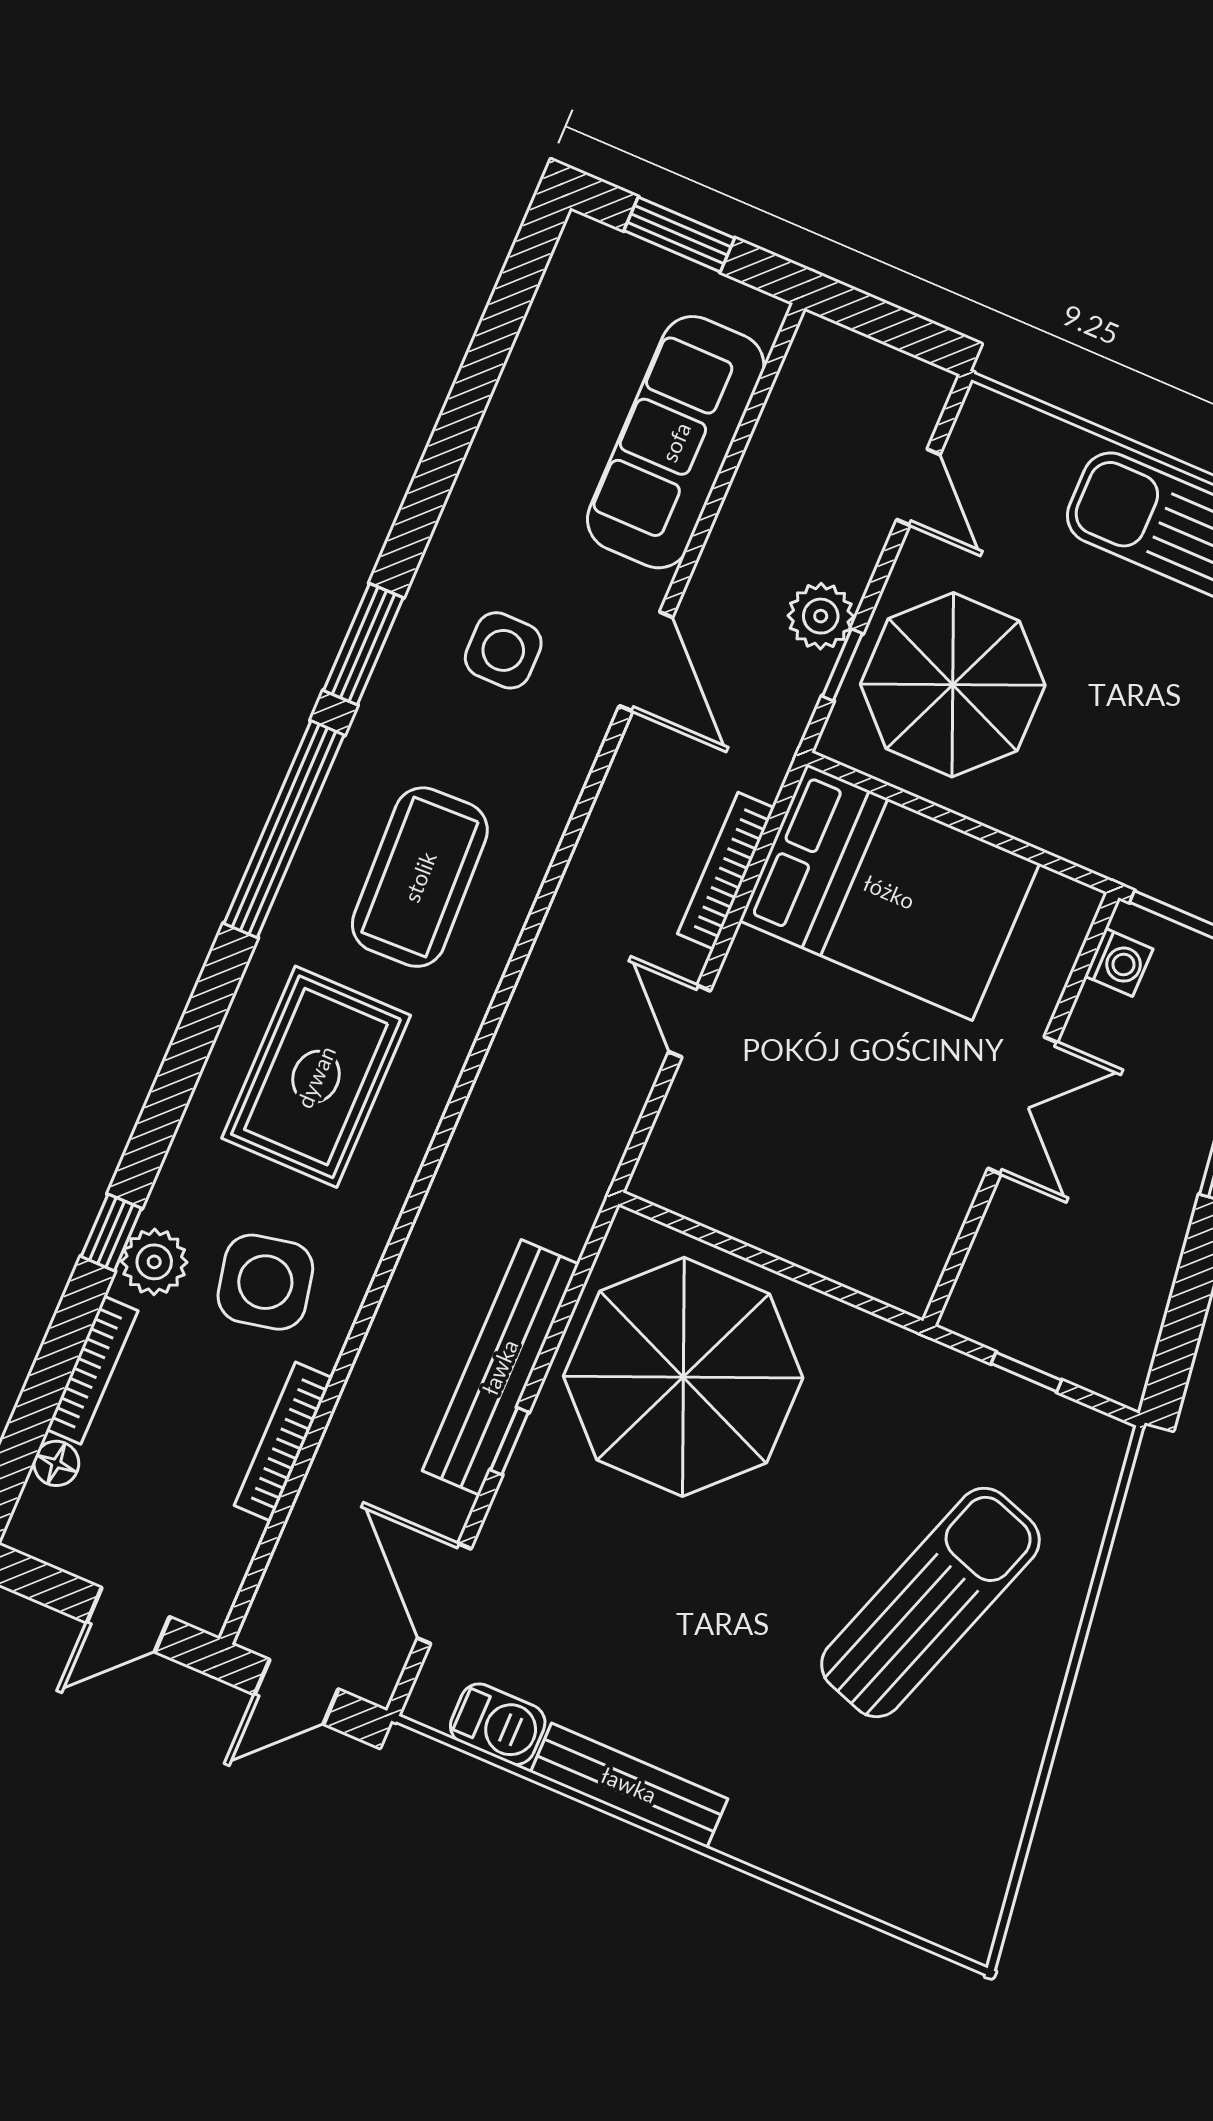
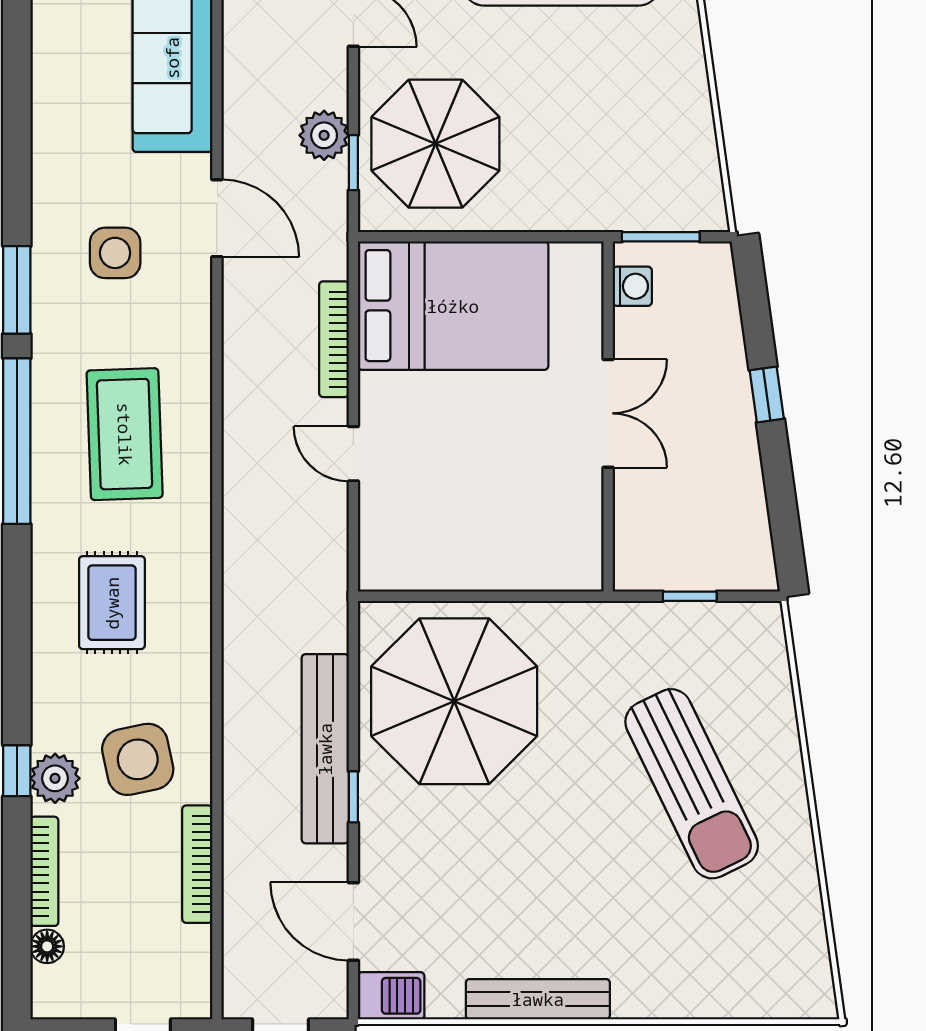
rug: (316, 1077) -> (112, 603), width x0.73, depth x0.70
sun lounger: (930, 1602) -> (692, 784), turned 135
barbecue: (498, 1724) -> (391, 996), moved

